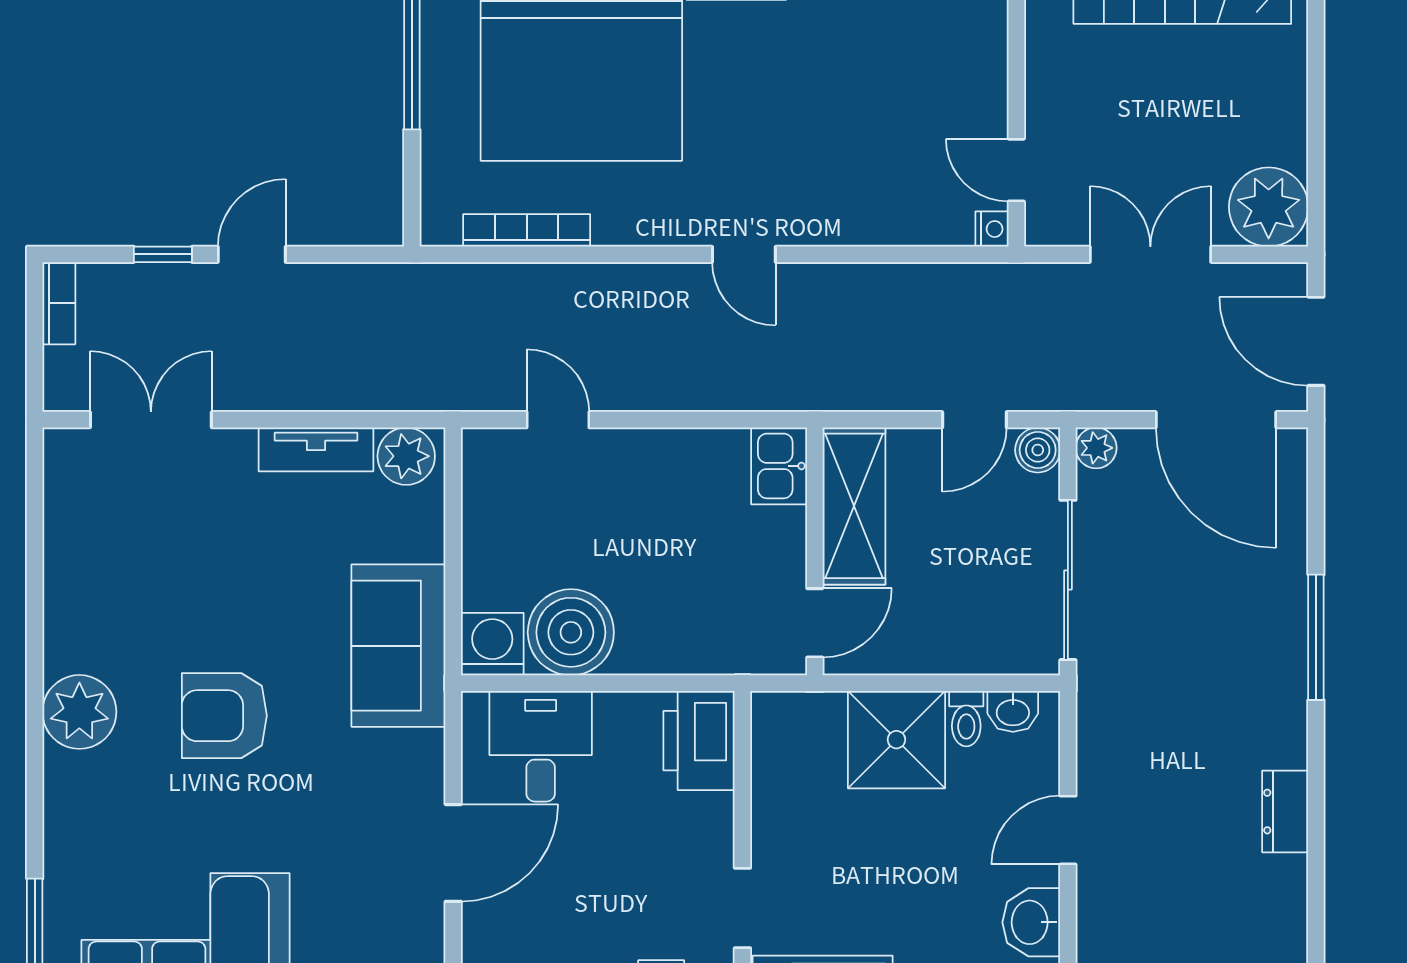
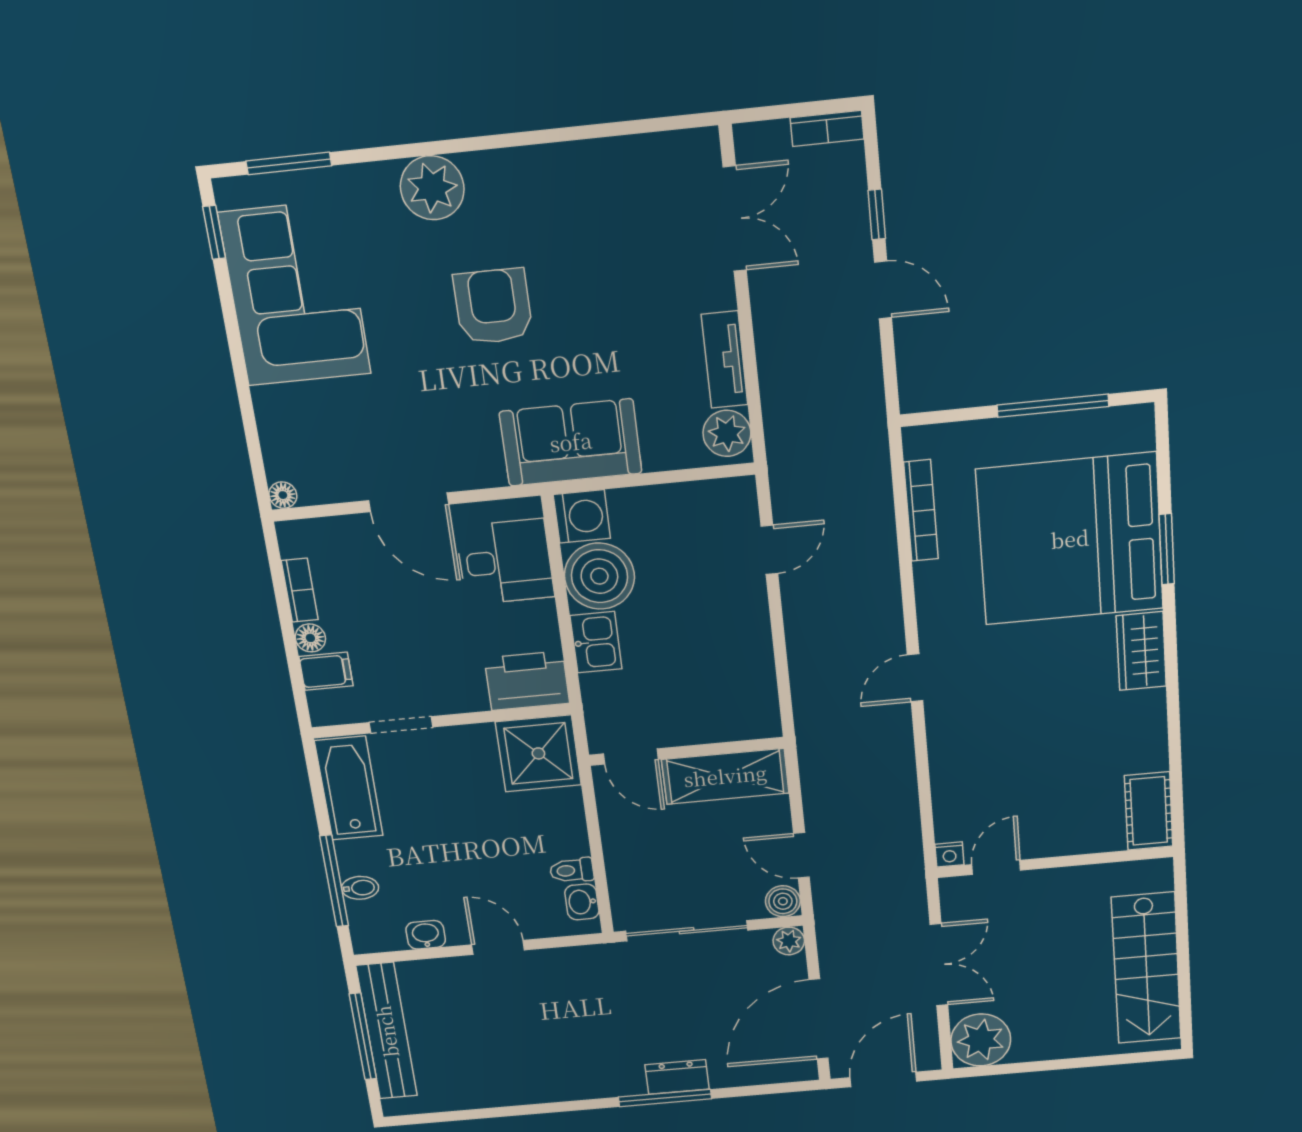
kitchen sink: (779, 466) -> (596, 642), moved, turned 90
plant: (79, 712) -> (432, 188), moved
shower: (896, 740) -> (538, 753), moved
dresser: (1285, 812) -> (677, 1077), moved
washbasin: (1031, 922) -> (426, 935), width x0.72, depth x0.69

